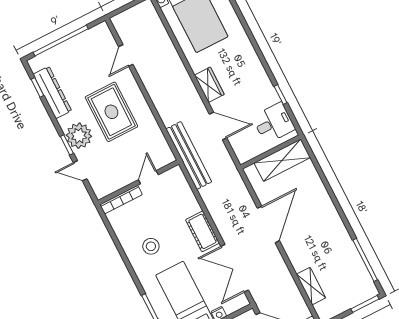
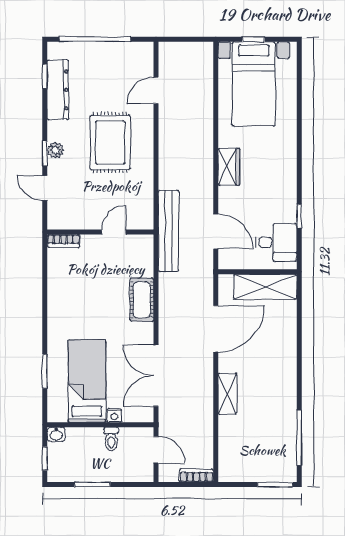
door: (218, 126) -> (216, 231), moved
plant: (79, 136) -> (55, 150), width x0.53, depth x0.53
bookcase: (121, 200) -> (63, 241), width x0.64
door: (268, 224) -> (216, 329), moved
cot: (202, 231) -> (142, 300), moved
stool: (151, 246) -> (79, 307), removed
shelving: (311, 286) -> (227, 394), moved

